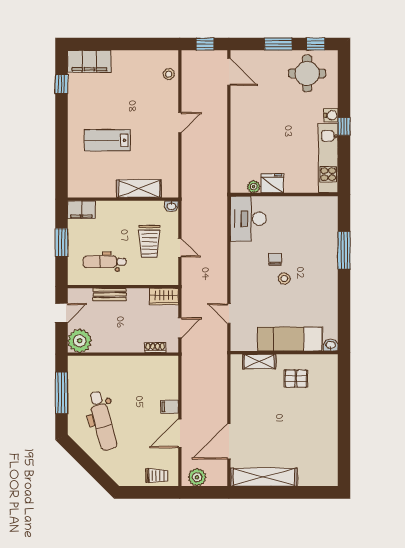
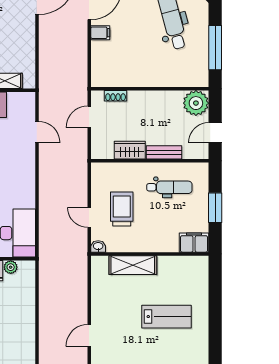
door: (180, 248) -> (89, 217), moved
wardrobe: (164, 297) -> (130, 150), moved

